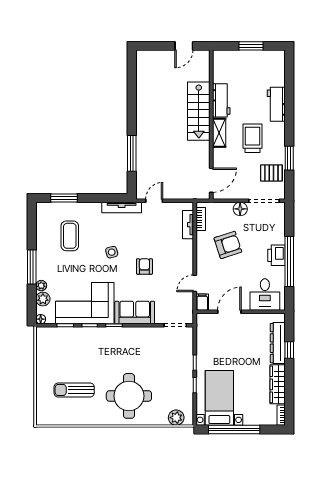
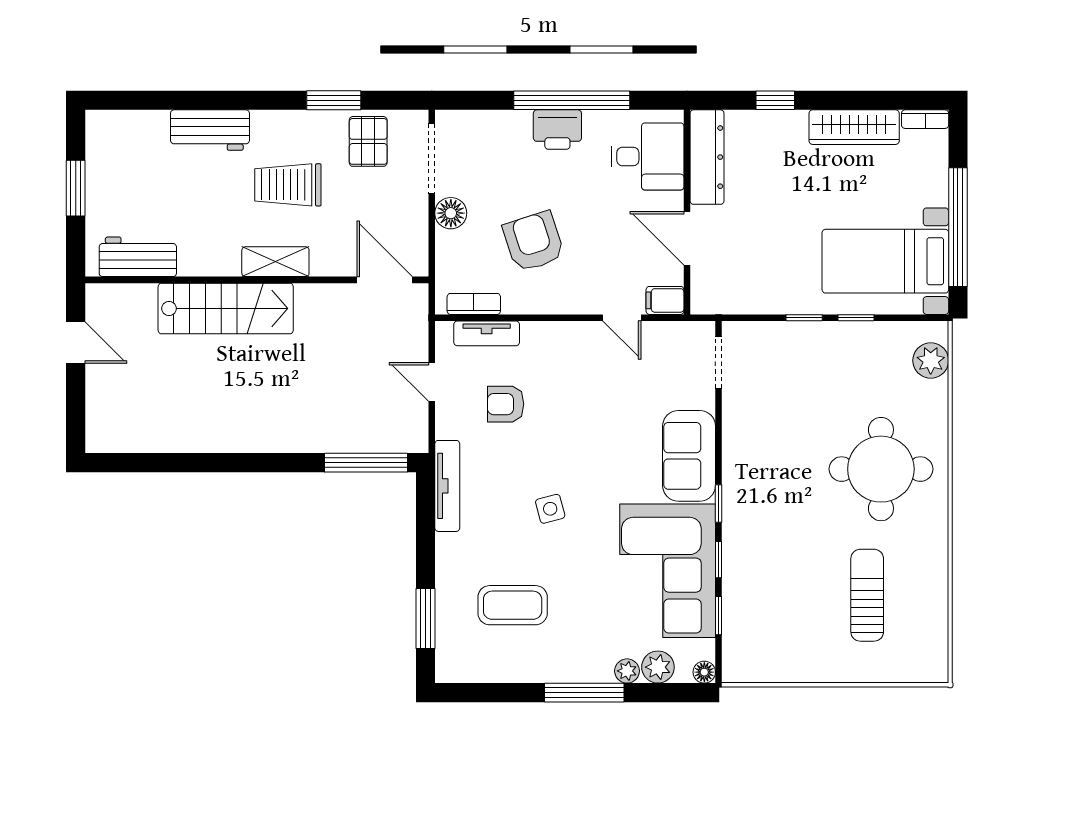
workbench: (221, 100) -> (138, 257), moved
window: (132, 153) -> (366, 463), moved
door: (154, 201) -> (432, 382), moved
armchair: (144, 266) -> (506, 404), moved
dresser: (278, 343) -> (707, 157), moved, turned -90
sun lounger: (74, 390) -> (867, 595), turned 180

